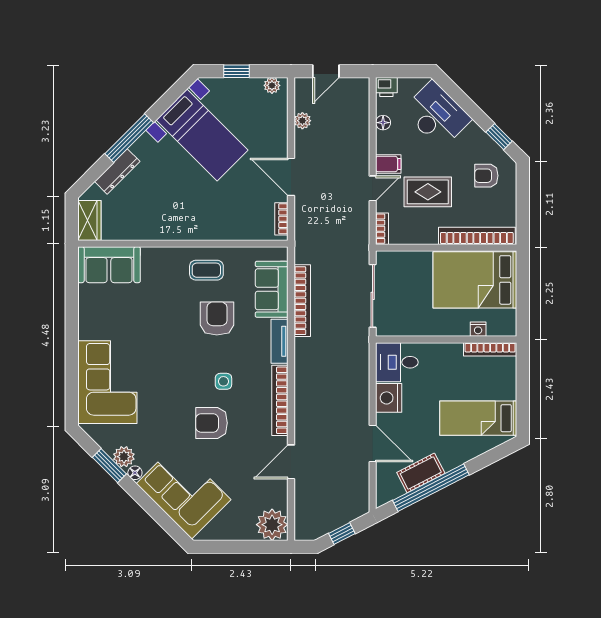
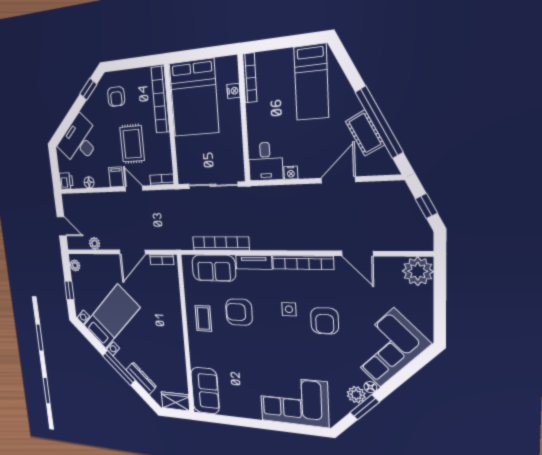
nightstand: (389, 398) -> (291, 173), width x0.53, depth x0.56

